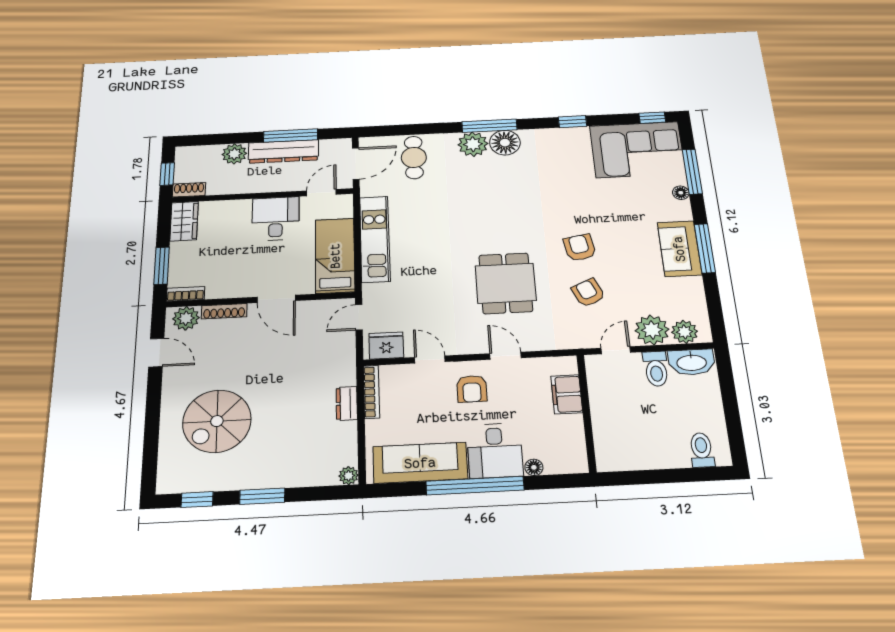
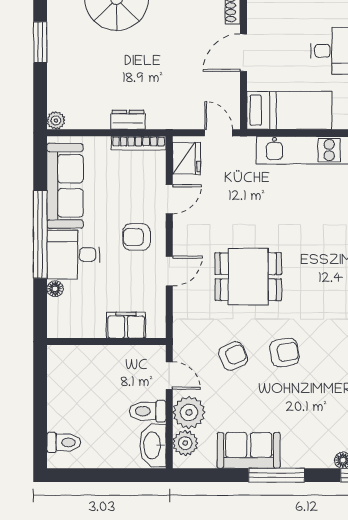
sofa: (679, 249) -> (249, 450), moved

